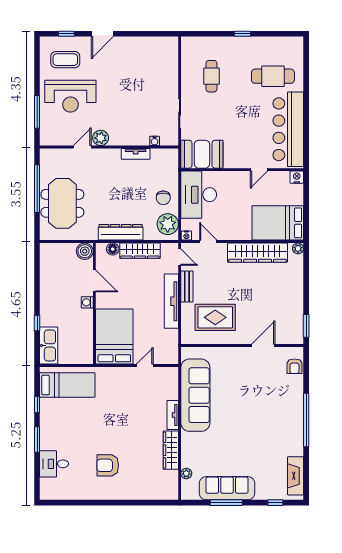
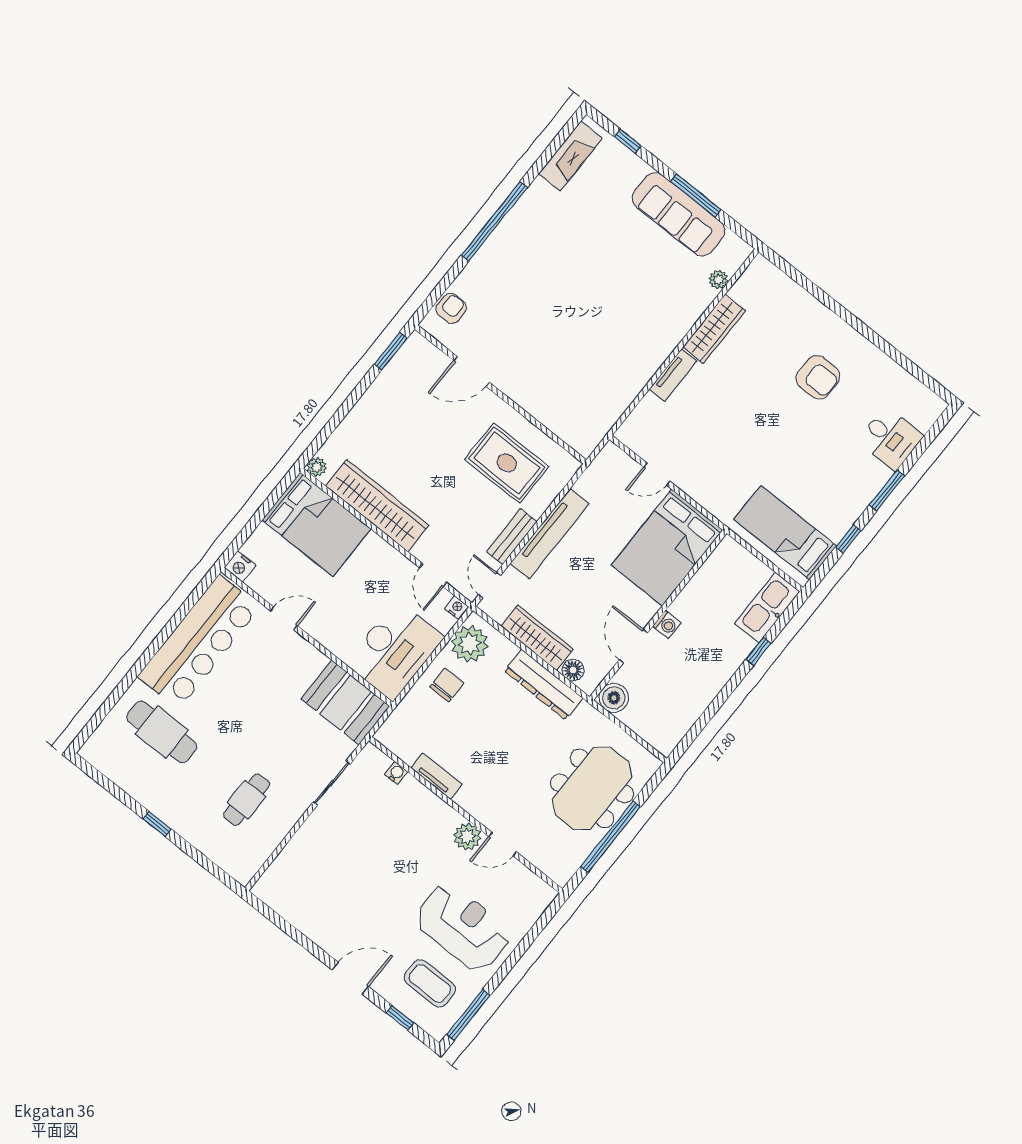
window: (37, 112) -> (468, 1015), moved
sofa: (195, 395) -> (620, 378), removed

